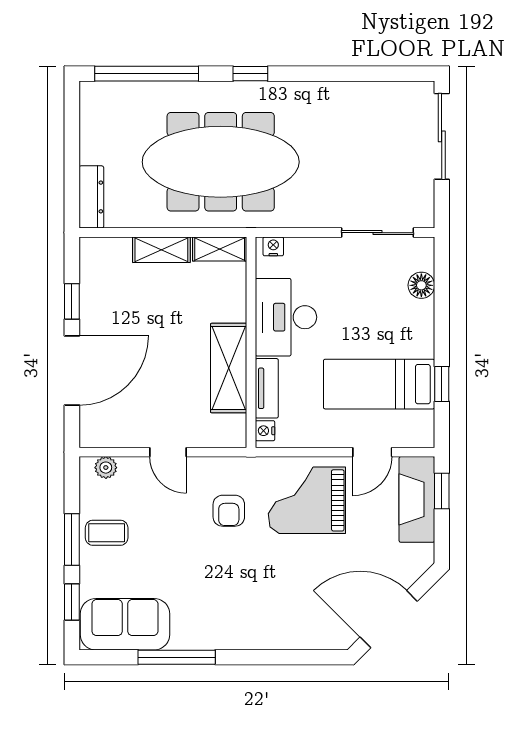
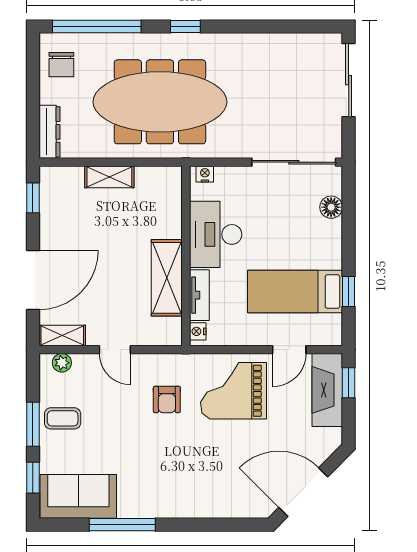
chair: (105, 118) -> (61, 65), added
sliding door: (378, 233) -> (294, 162), width x1.37
shelving: (220, 249) -> (62, 335), moved
window: (72, 301) -> (33, 198), moved

